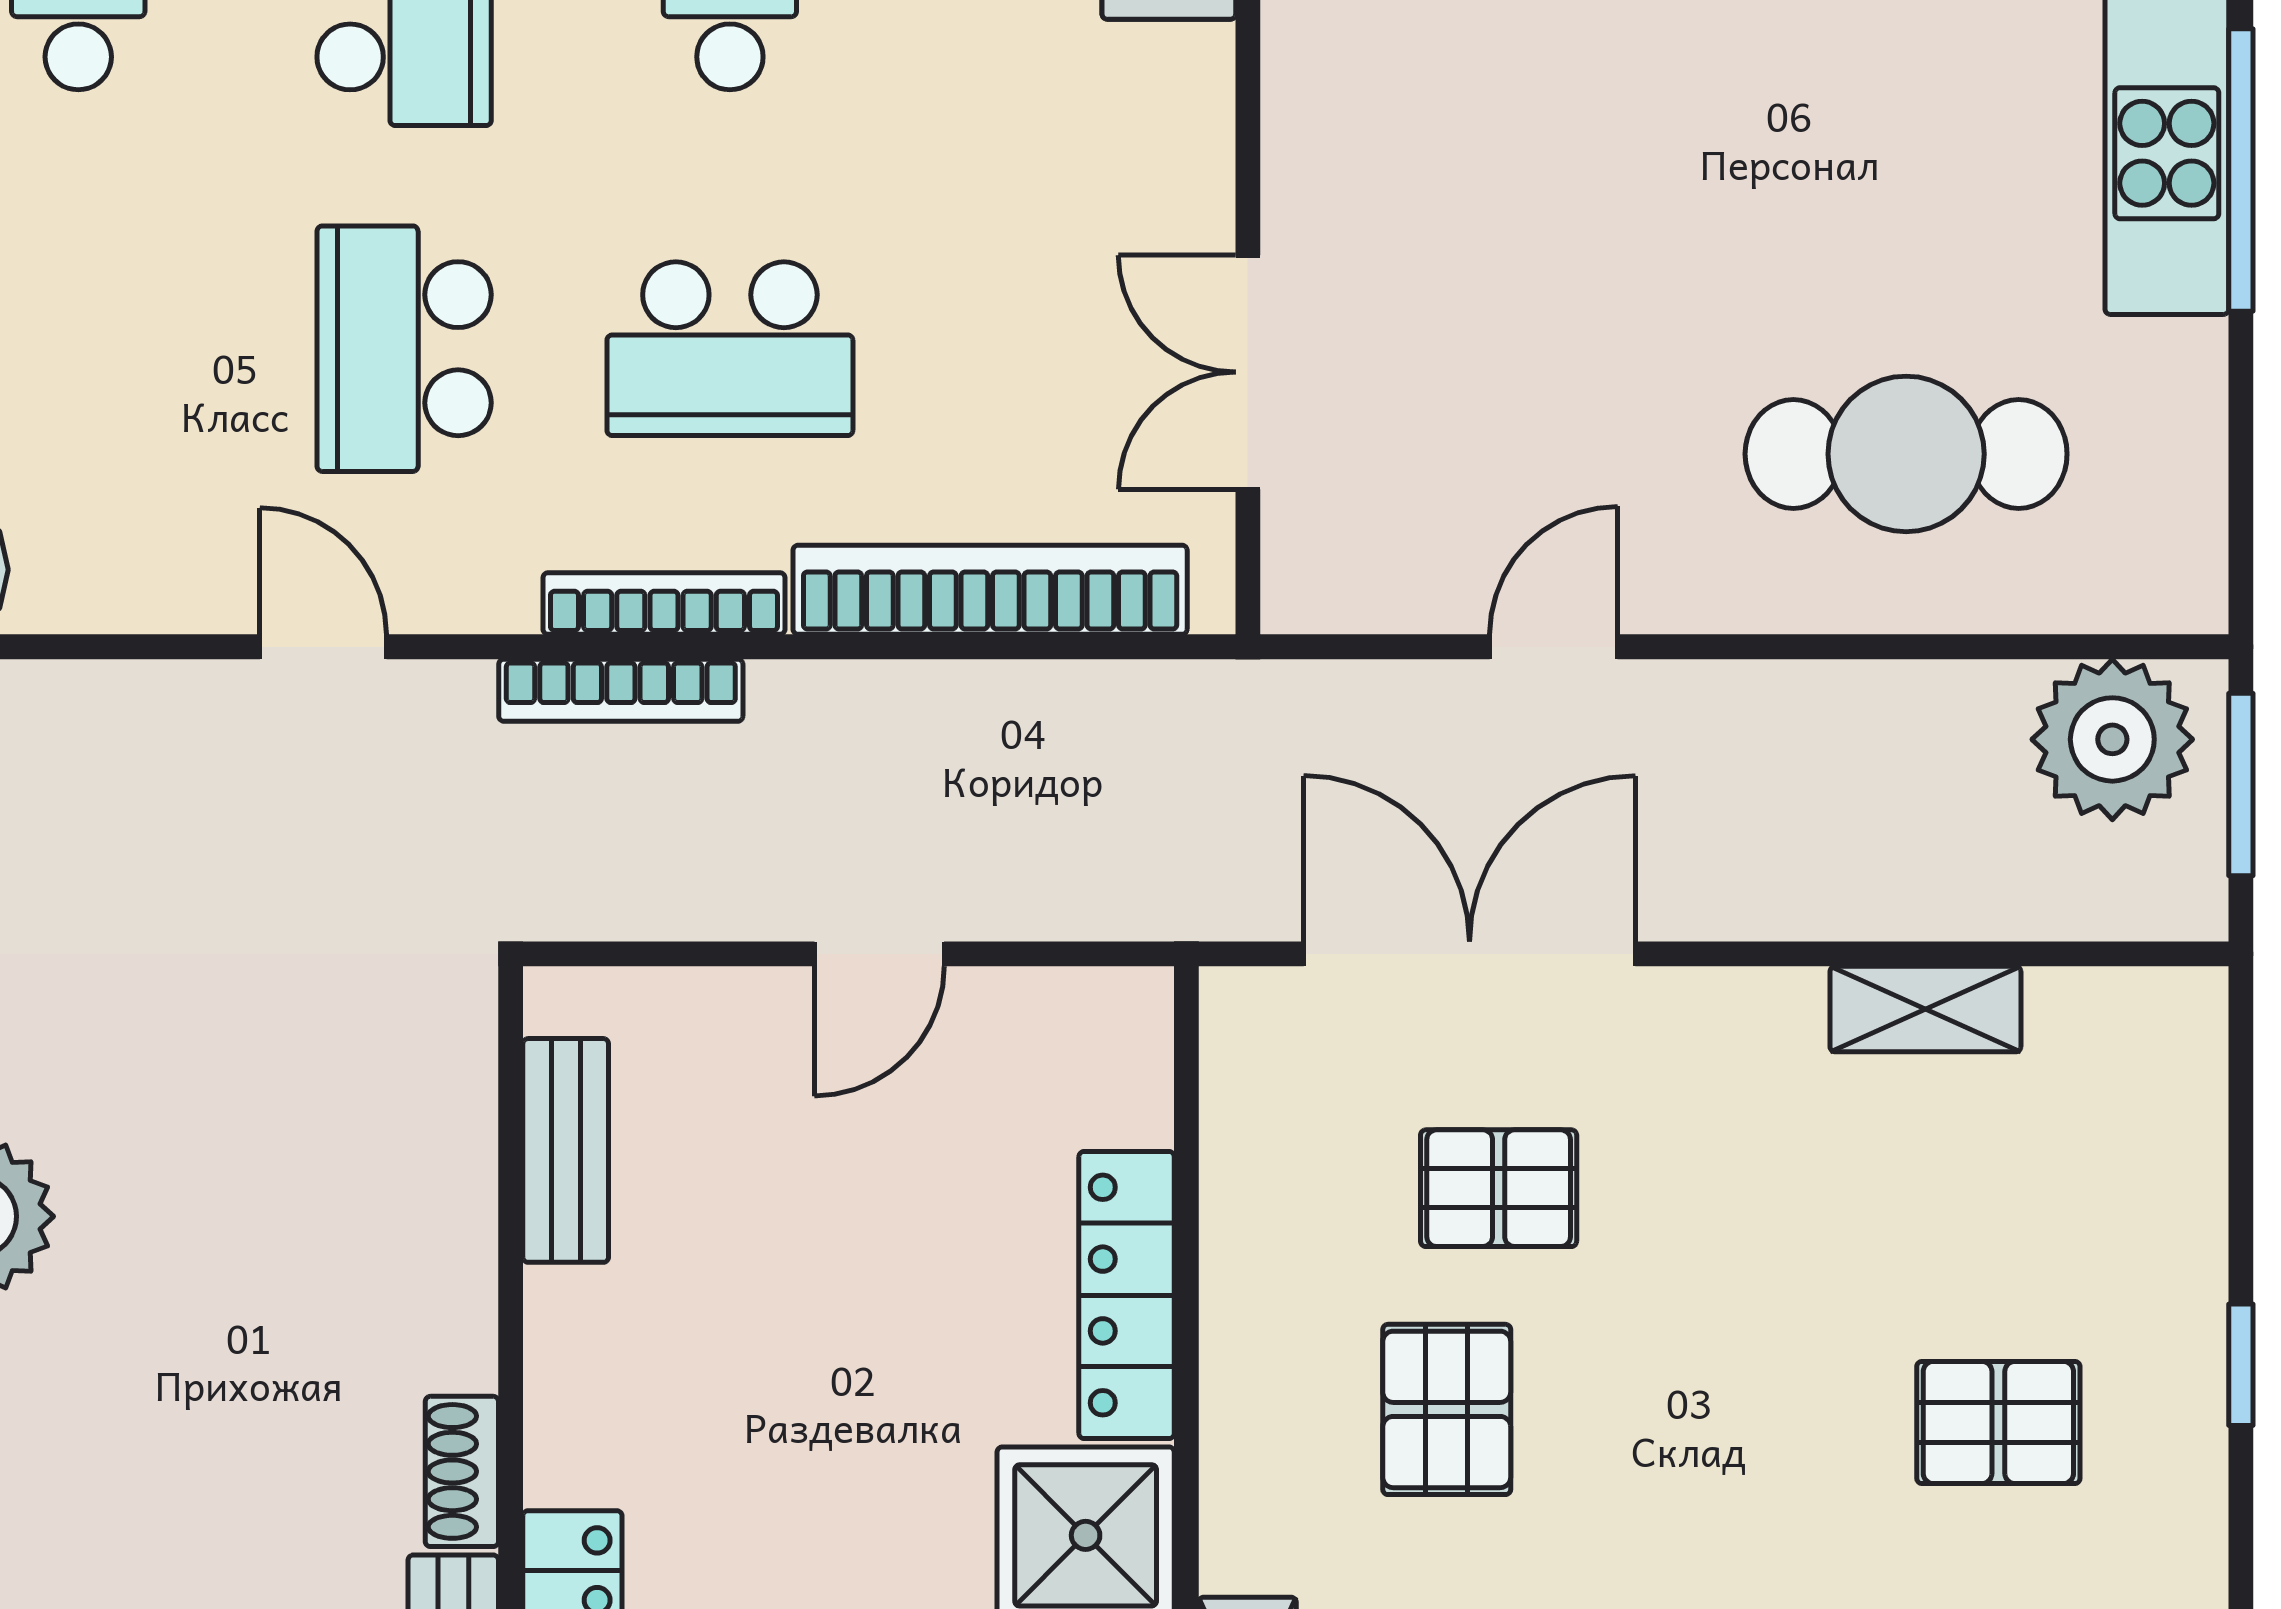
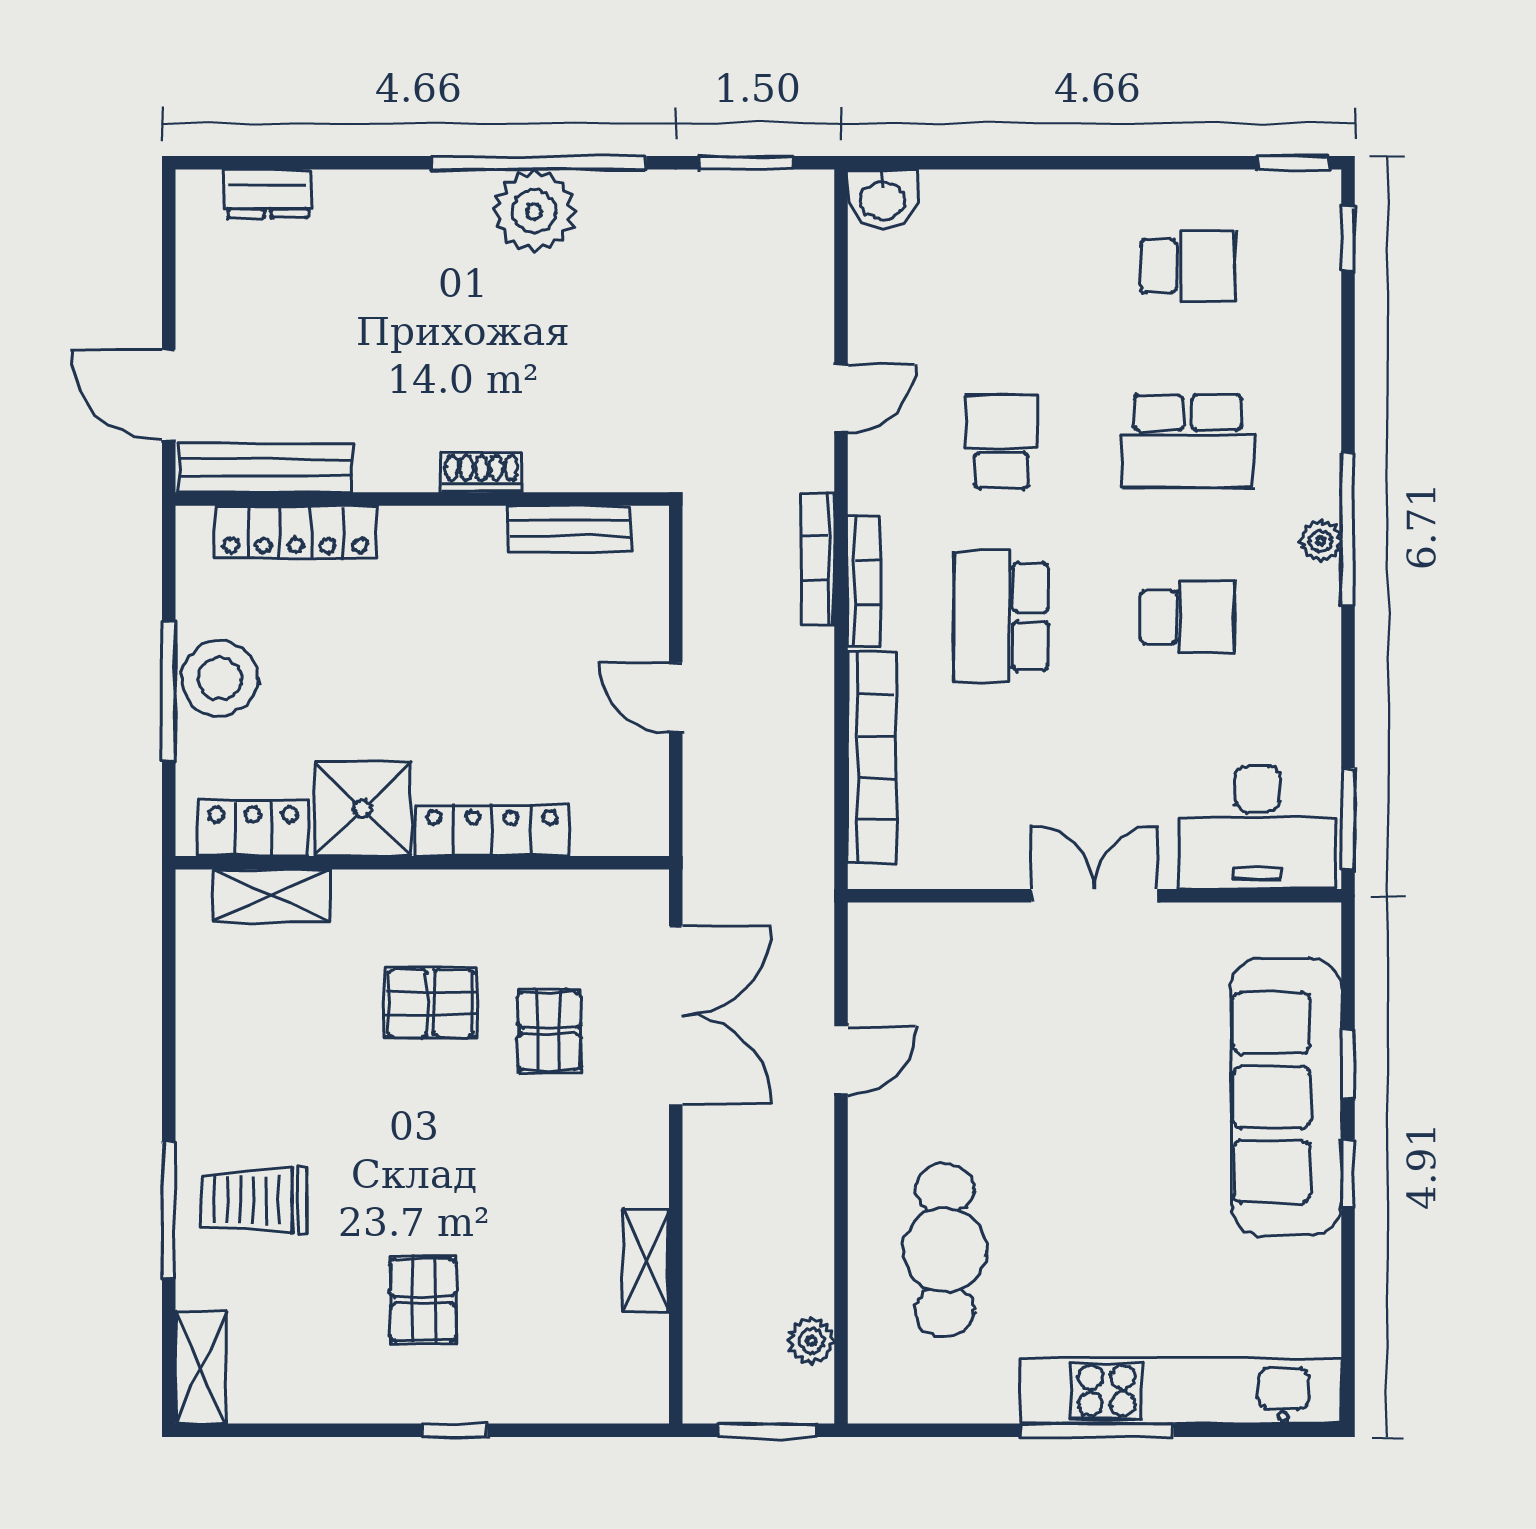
school desk: (404, 349) -> (1001, 442), width x0.54
double door: (1248, 372) -> (1094, 896), moved
door: (1554, 647) -> (841, 1060), hinge flipped
plant: (2112, 739) -> (811, 1341), width x0.53, depth x0.53
shoe rack: (462, 1471) -> (481, 473), moved

